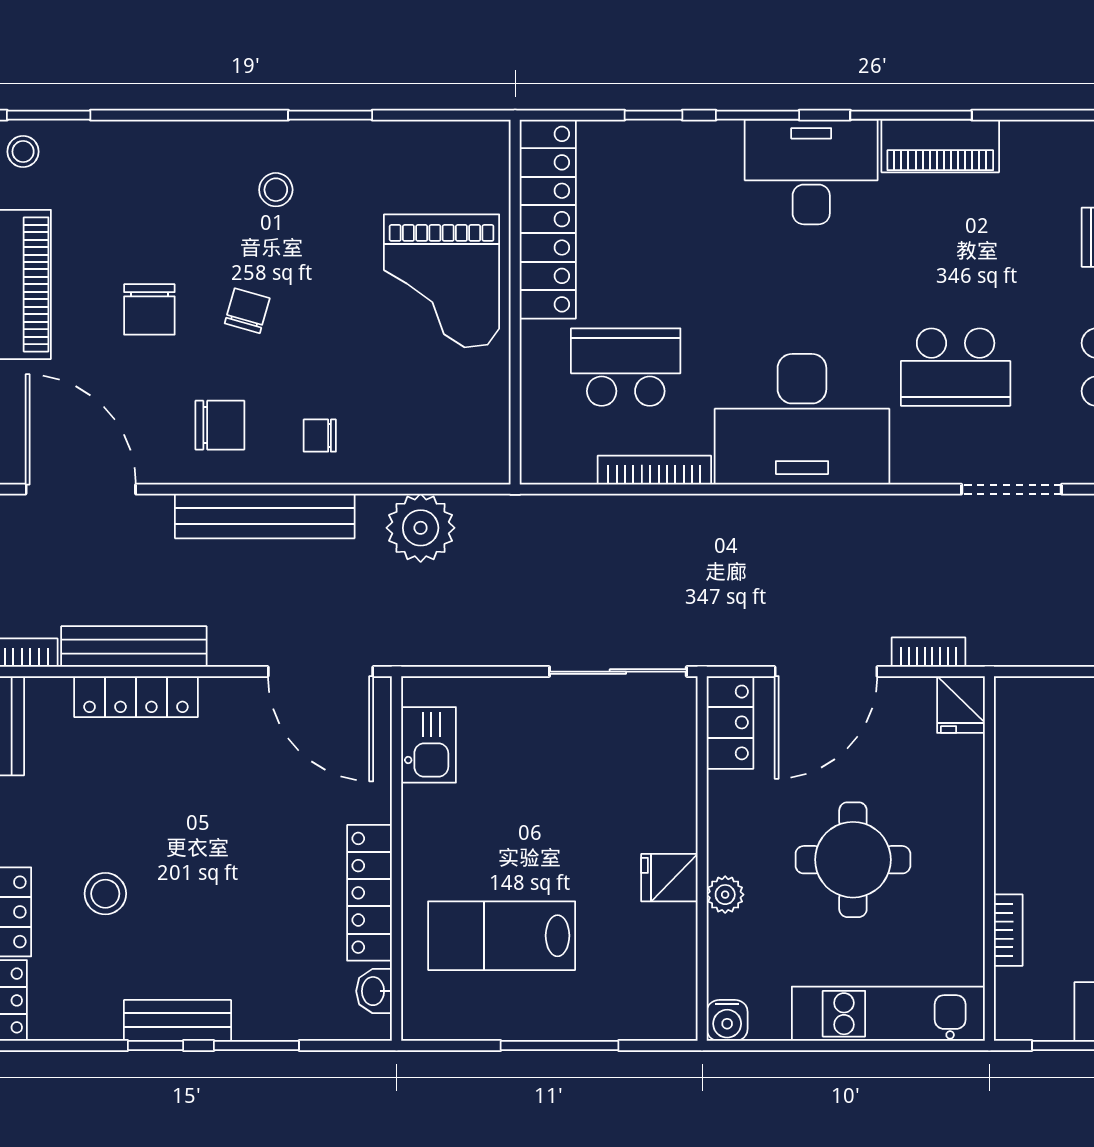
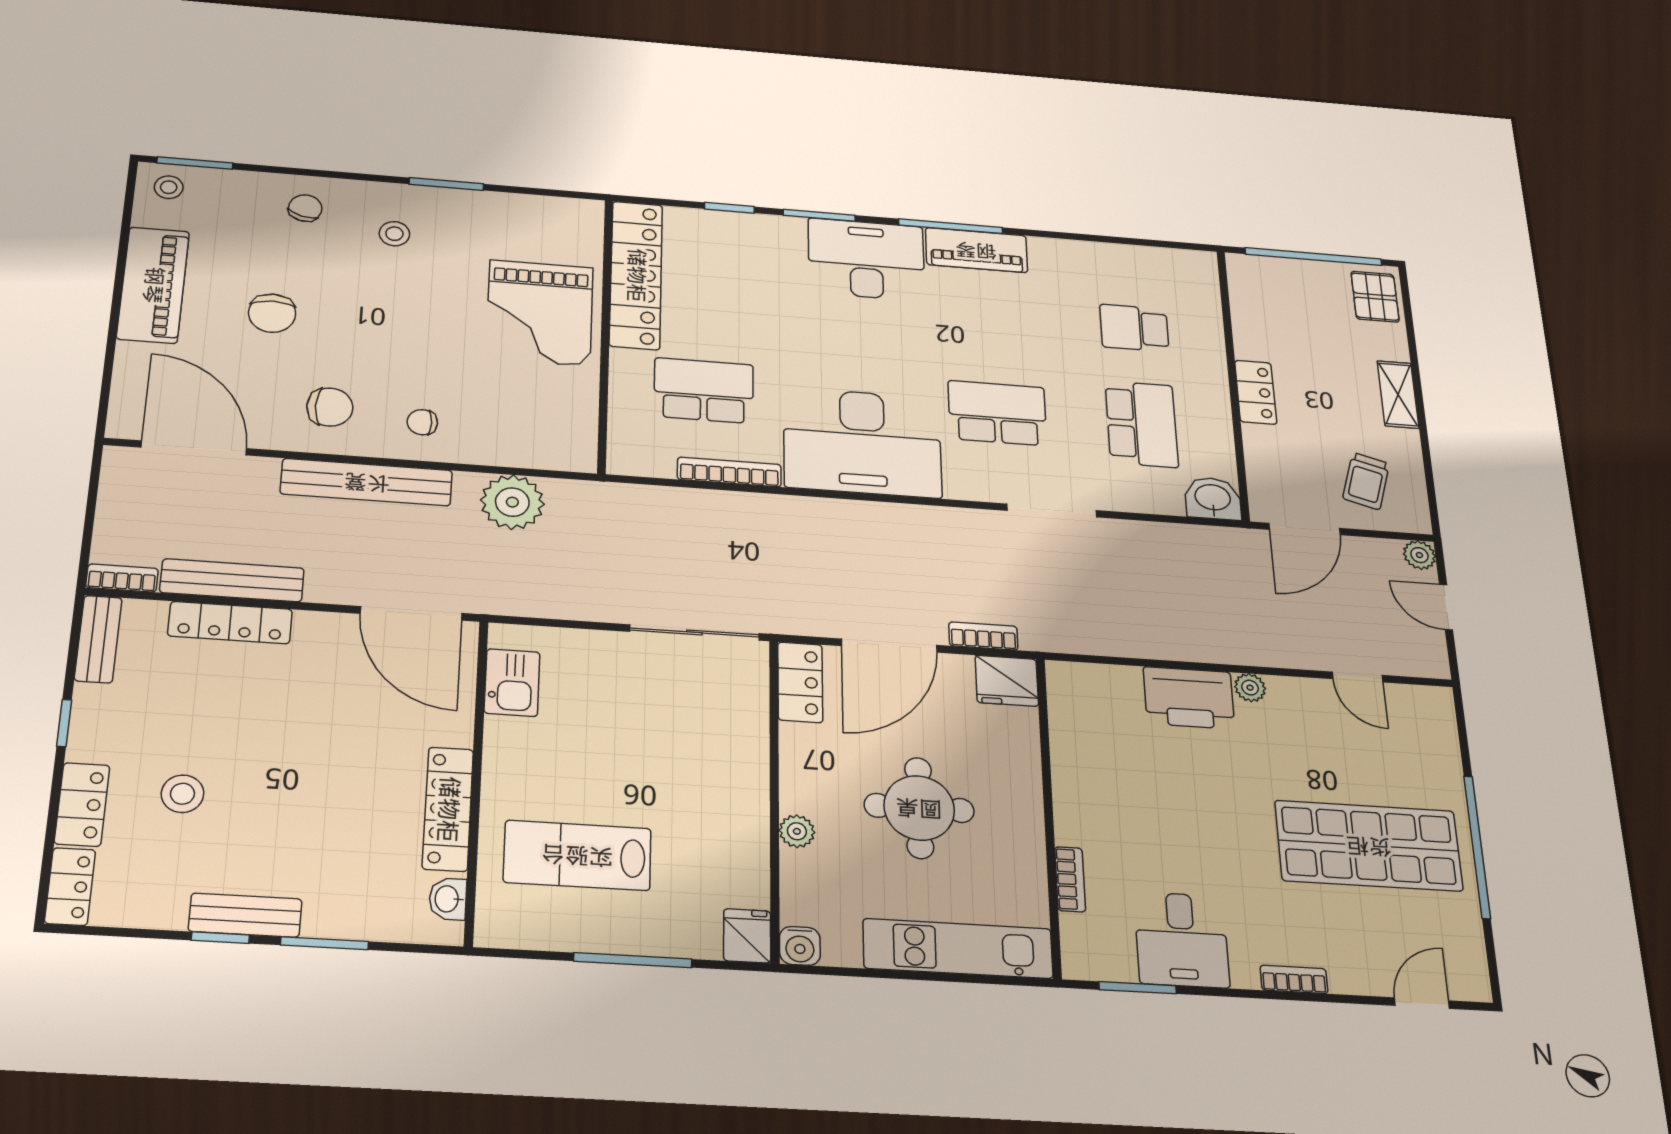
chair: (247, 311) -> (305, 208), moved
school desk: (956, 367) -> (997, 413), turned 180
fridge: (961, 704) -> (1007, 681), width x1.38
fridge: (669, 878) -> (747, 936), moved, turned 90

